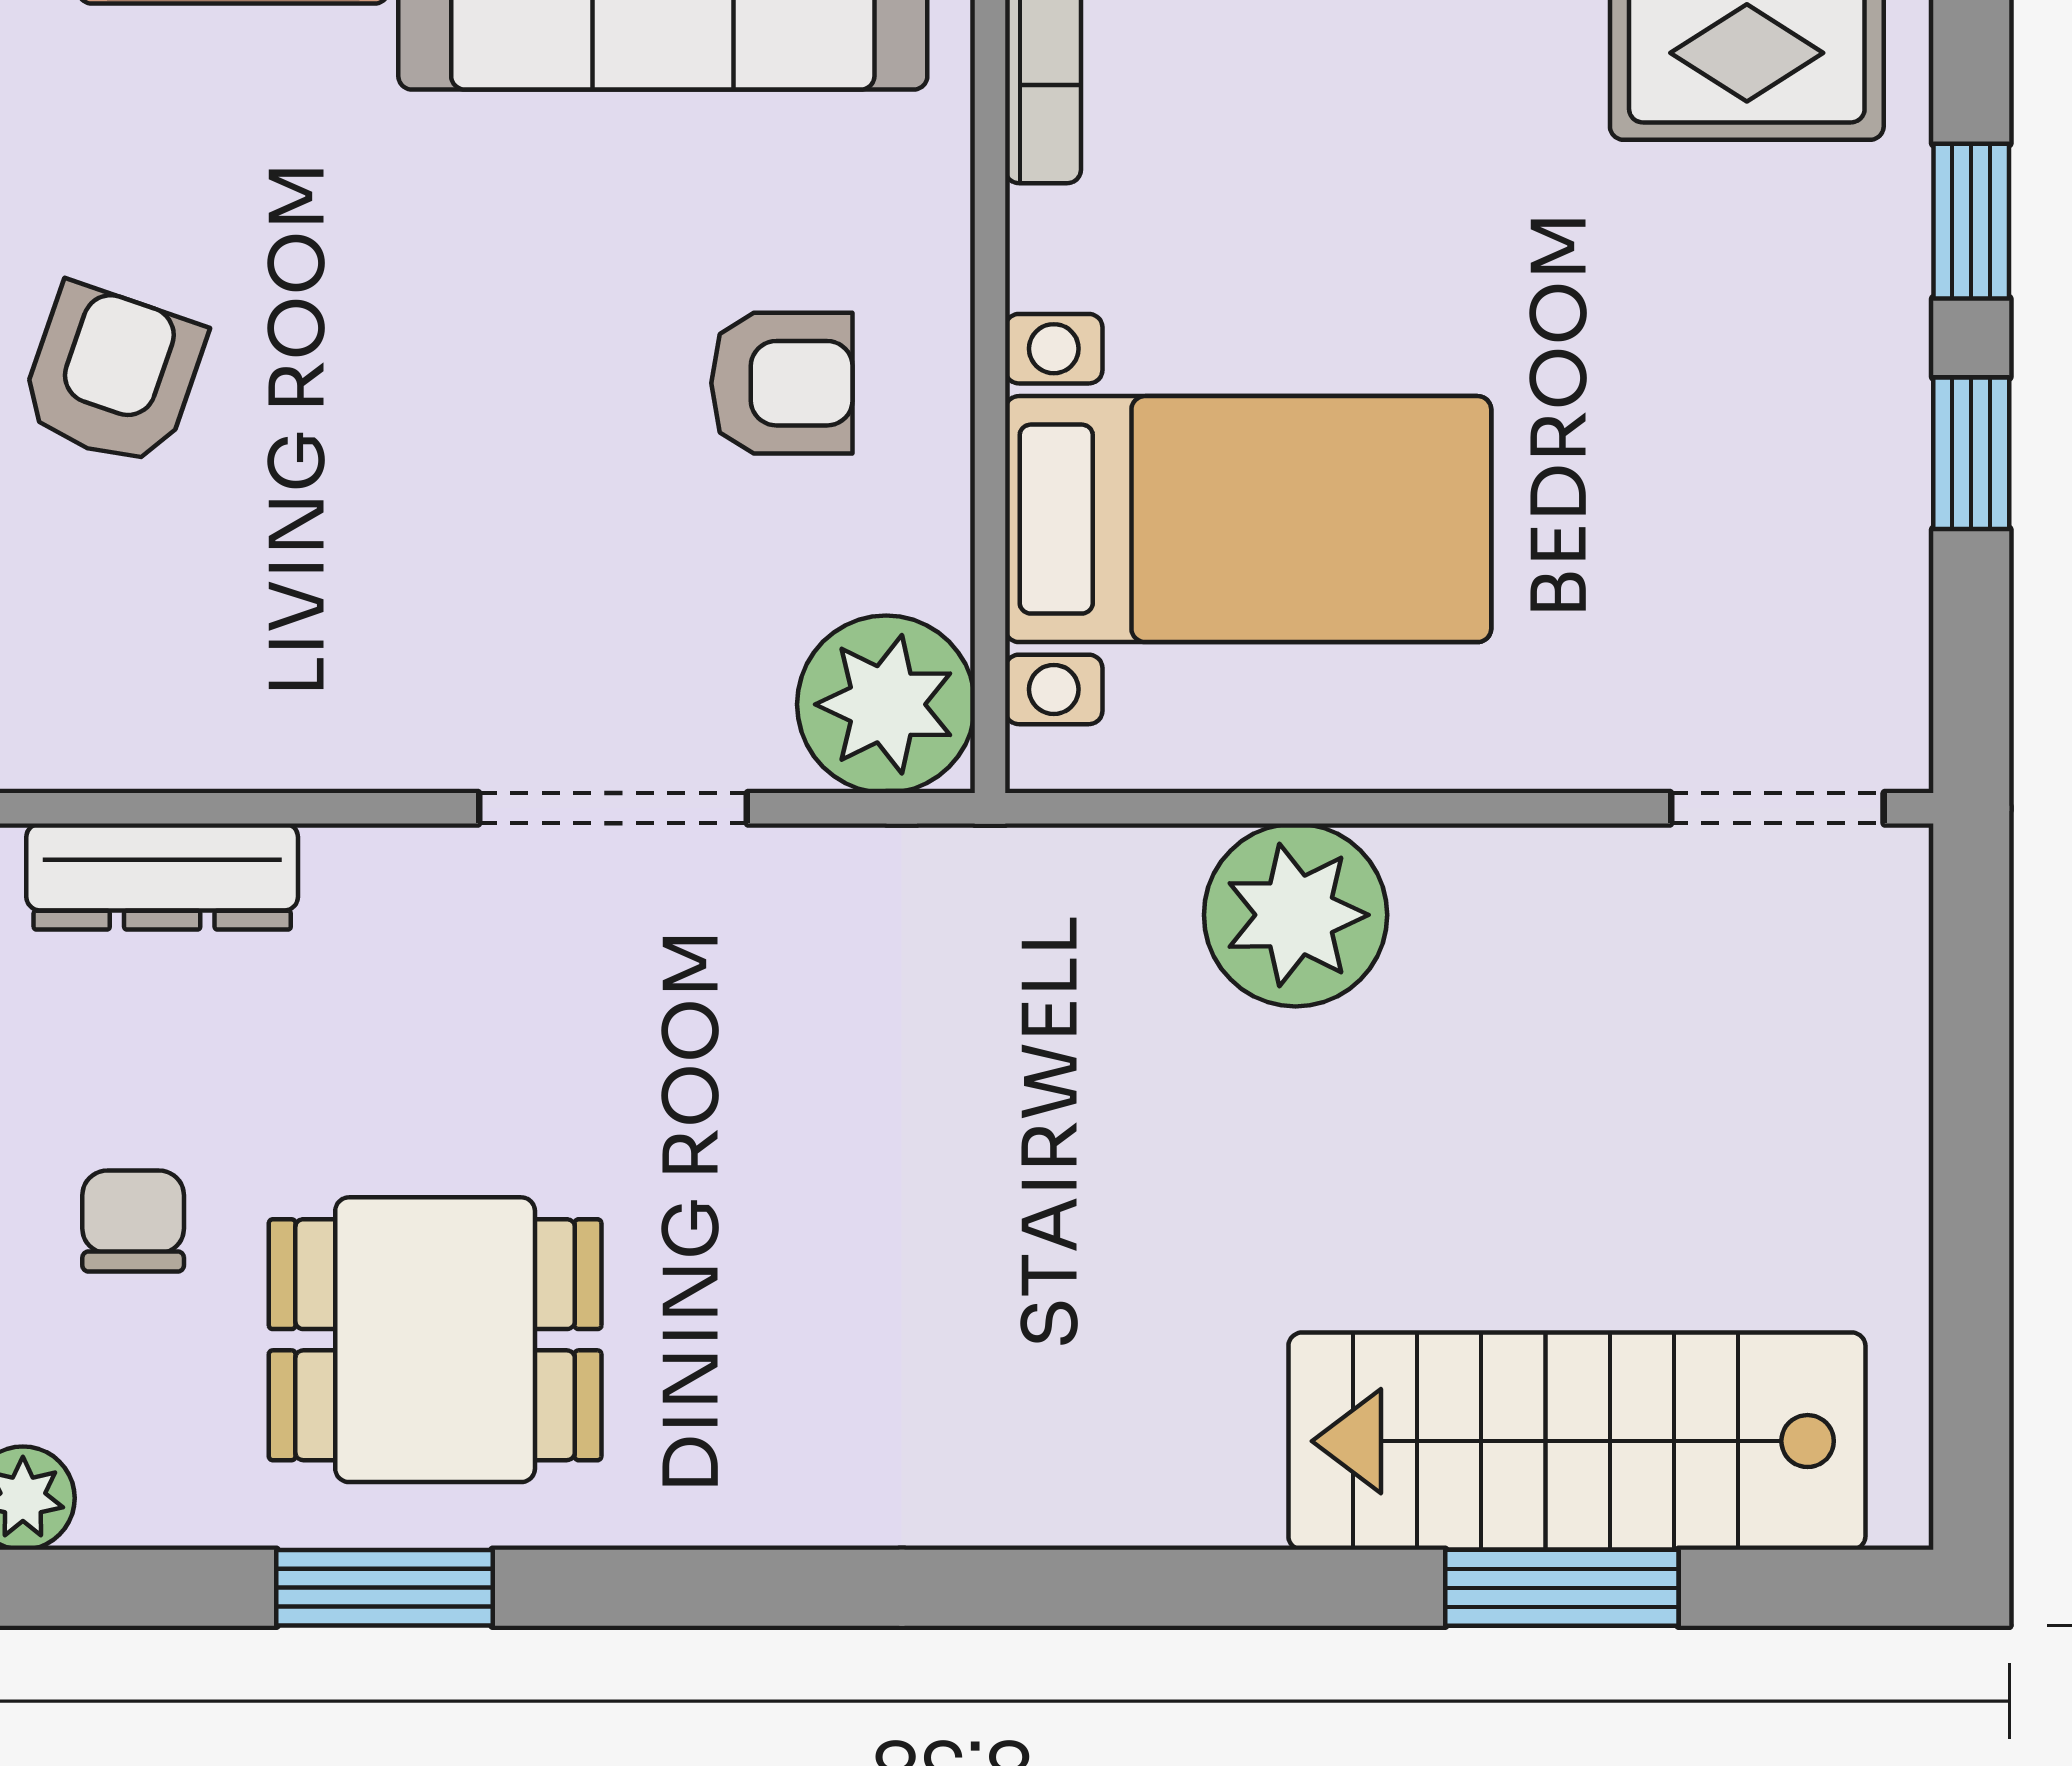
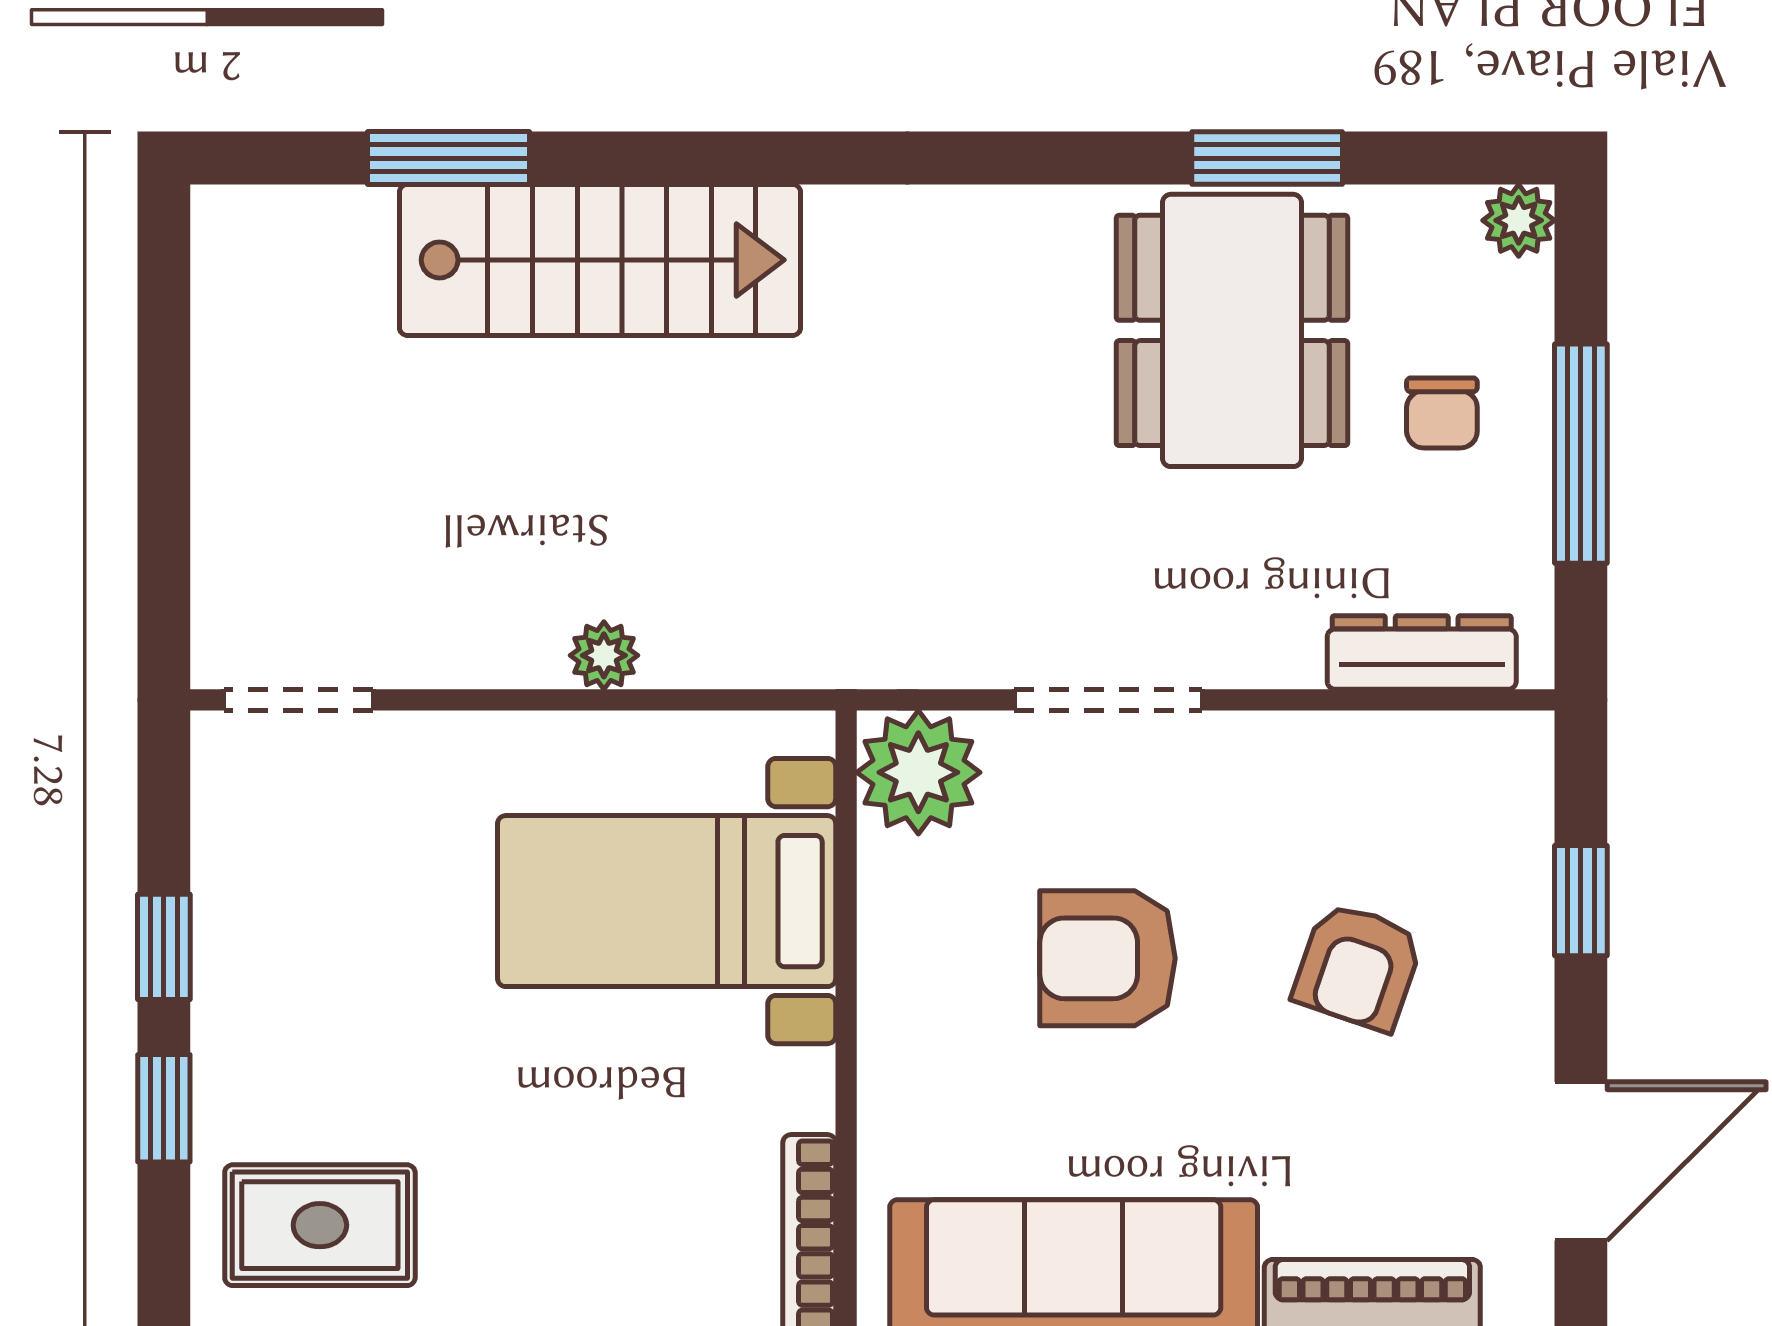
armchair: (112, 375) -> (1358, 966), moved
armchair: (782, 383) -> (1108, 958), moved, width x1.38, depth x1.38
plant: (1296, 915) -> (604, 655), width x0.53, depth x0.53
dining table: (435, 1340) -> (1232, 330), width x1.37
stairs: (1577, 1441) -> (600, 260), moved

